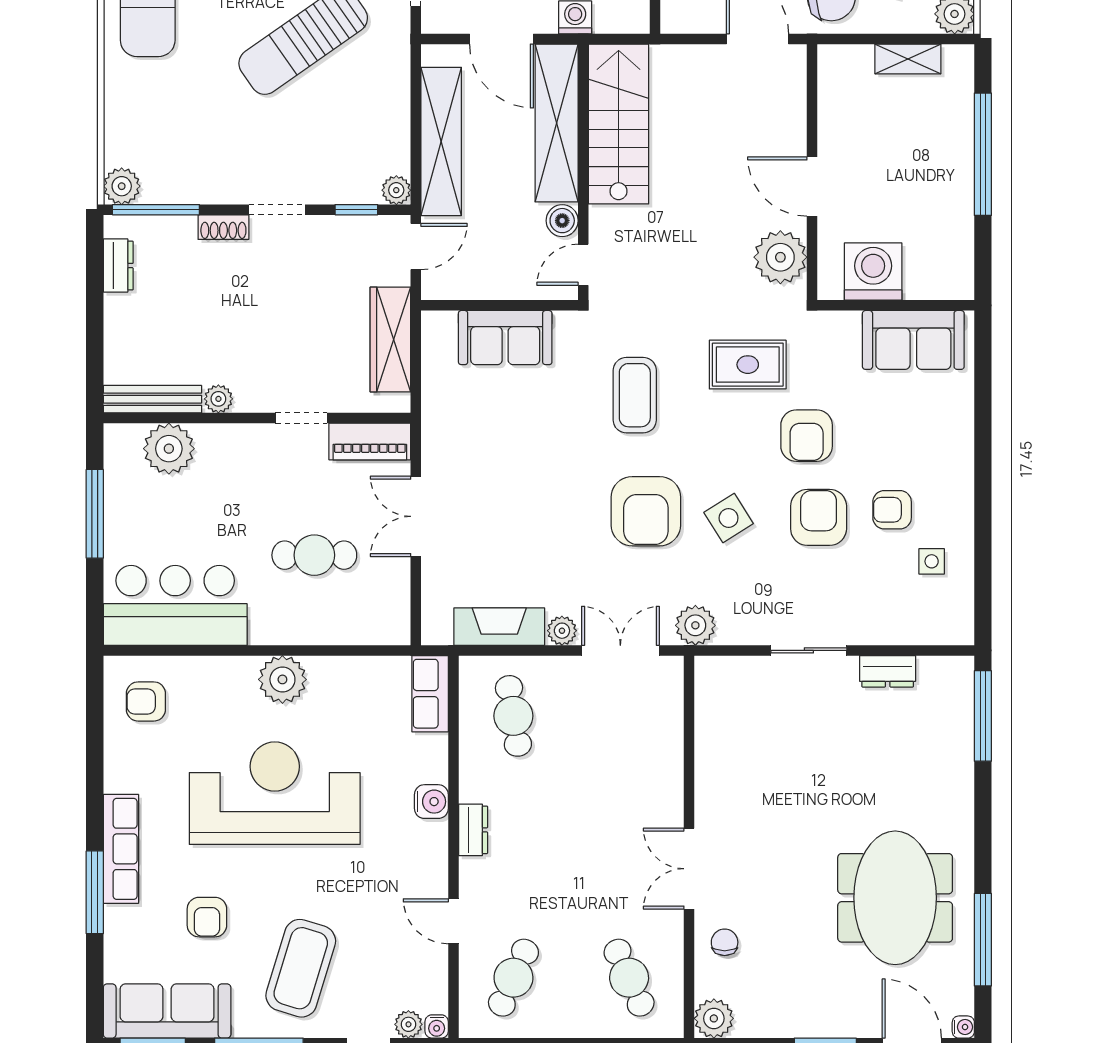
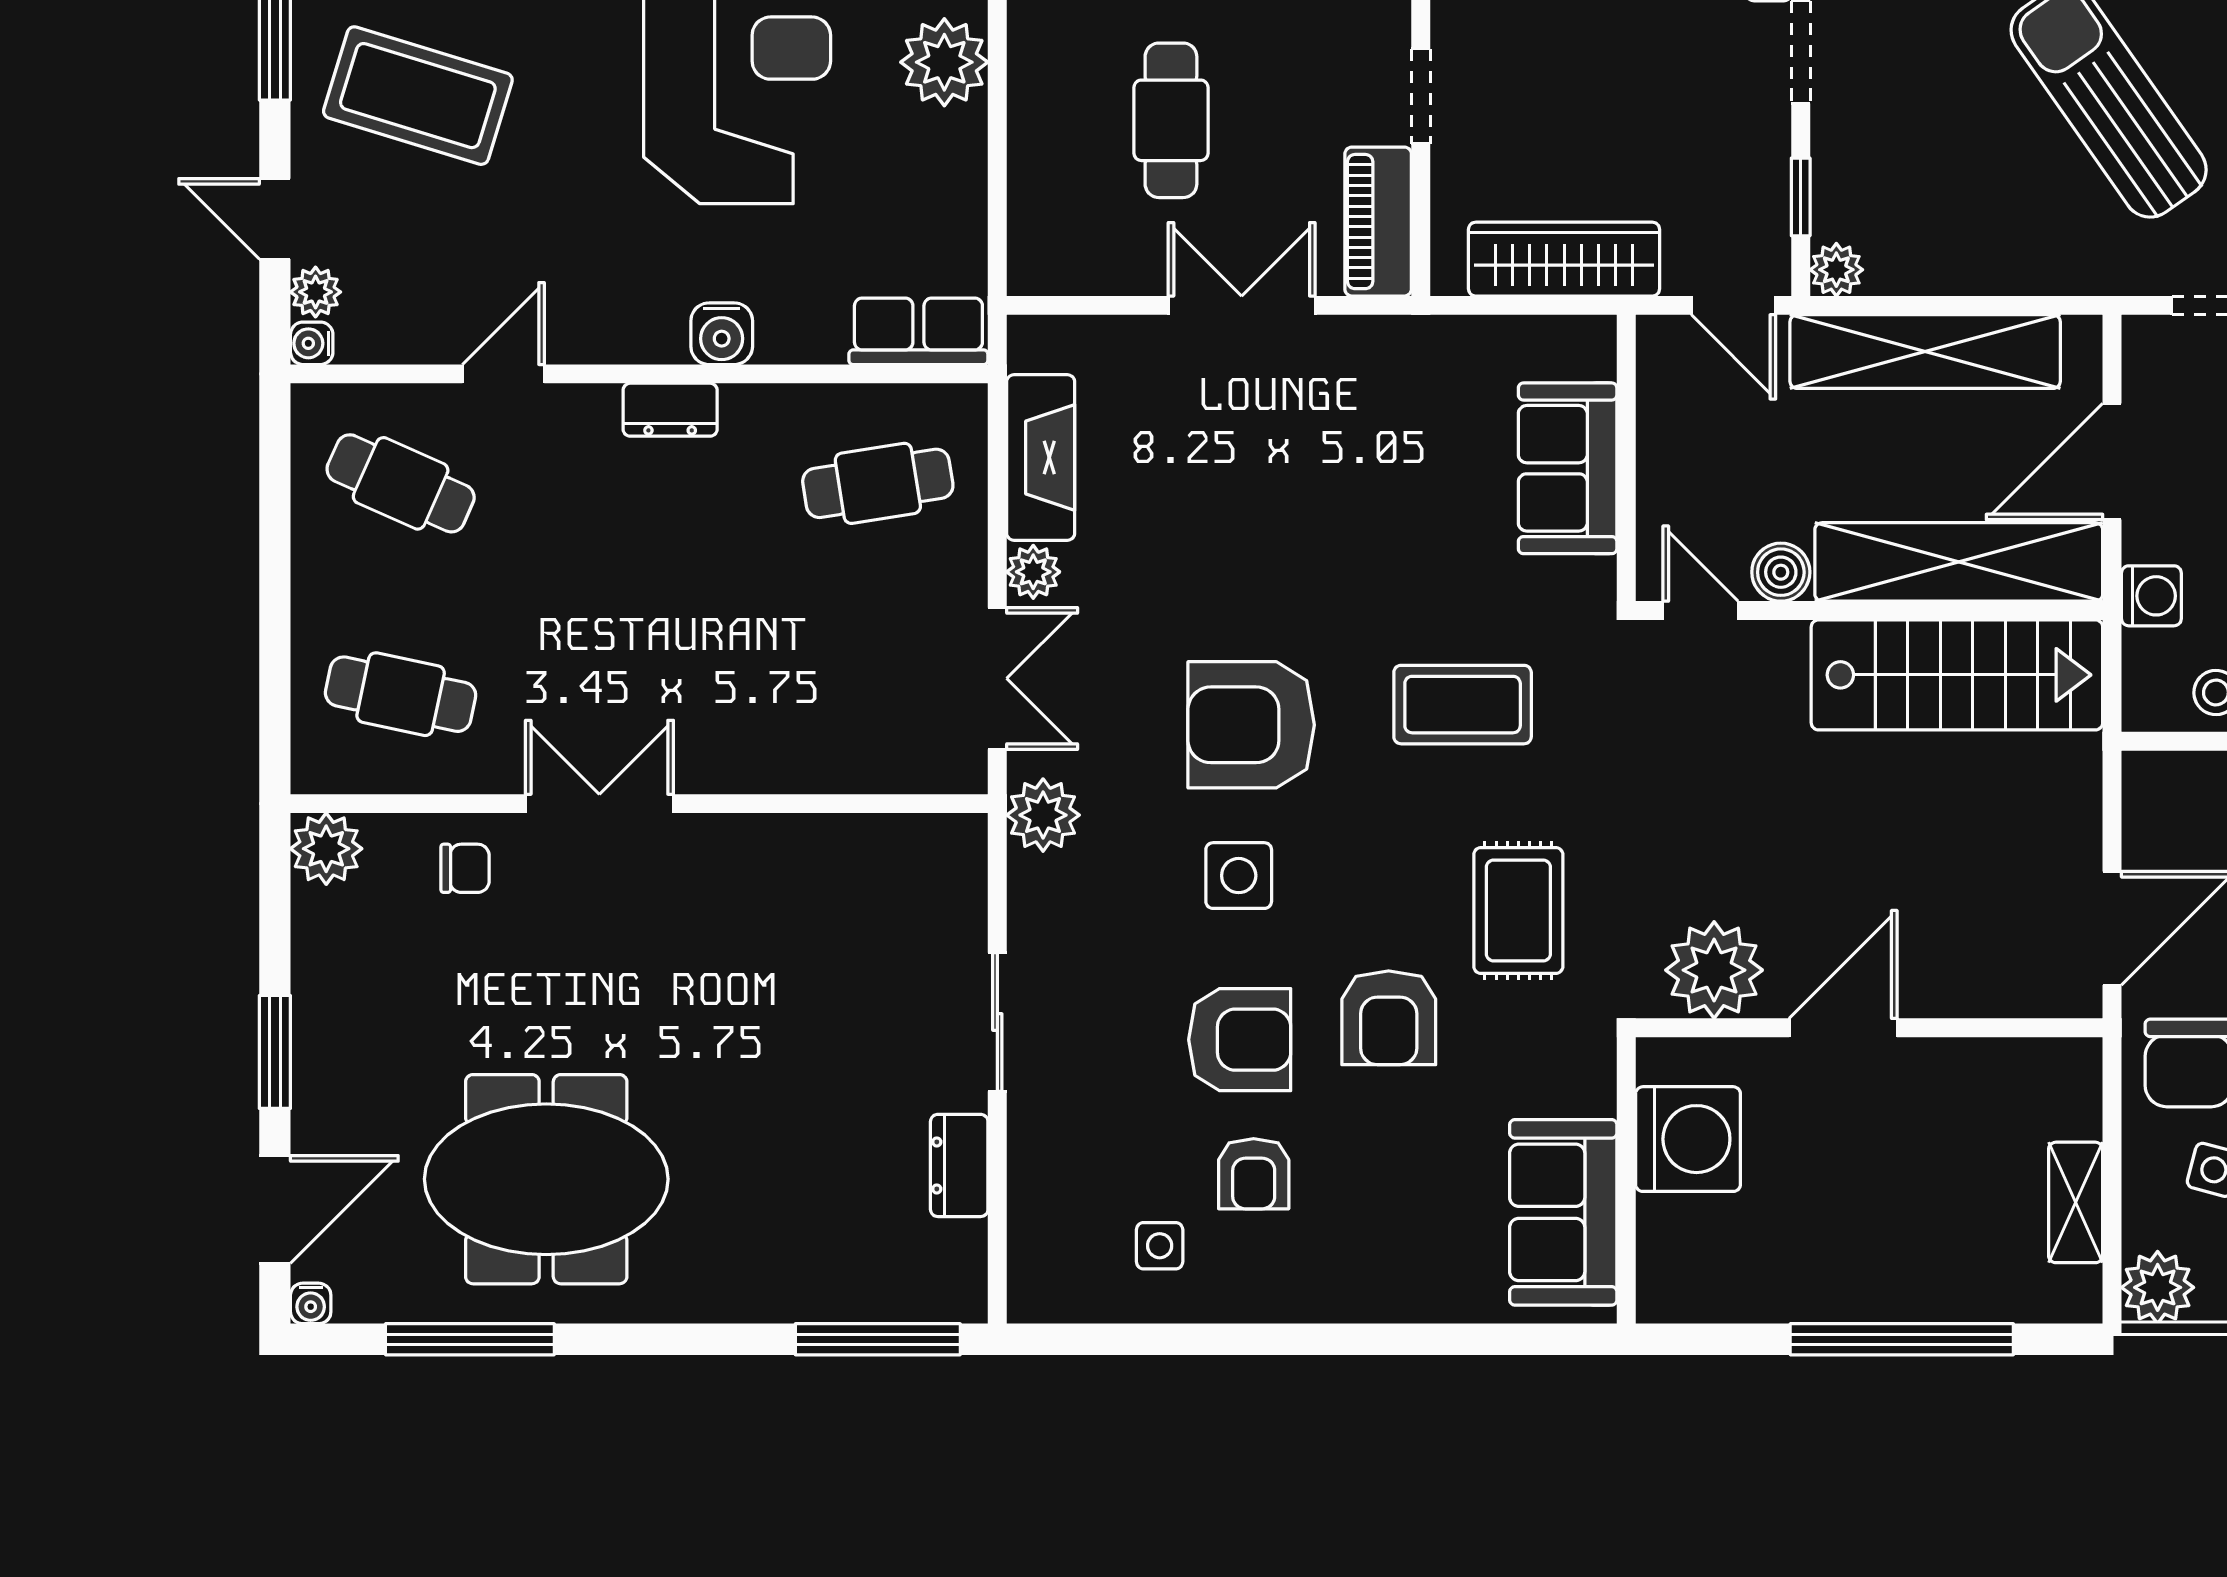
armchair: (807, 436) -> (1389, 1018), turned -90
armchair: (892, 510) -> (1254, 1174), turned 180
side table: (729, 518) -> (1239, 876), turned 32
cafe table: (629, 978) -> (401, 694), turned 36

